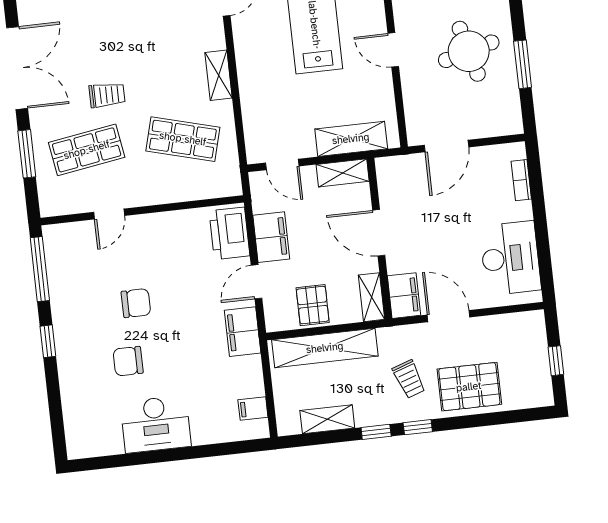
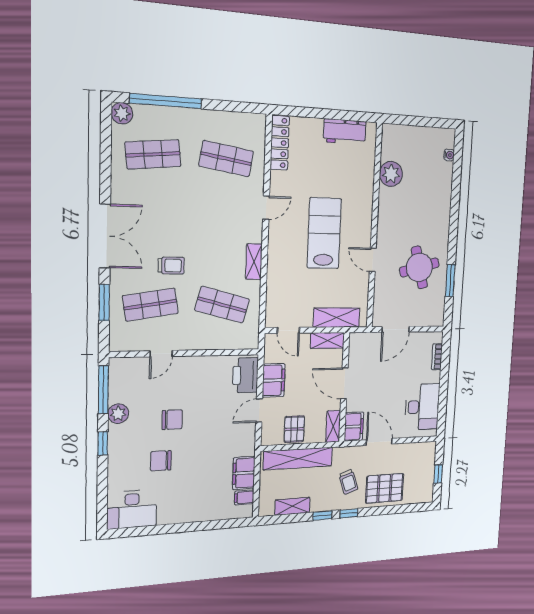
plant: (63, 300) -> (118, 414), added
filing cabinet: (243, 332) -> (244, 473), moved
desk: (156, 424) -> (132, 509), moved

